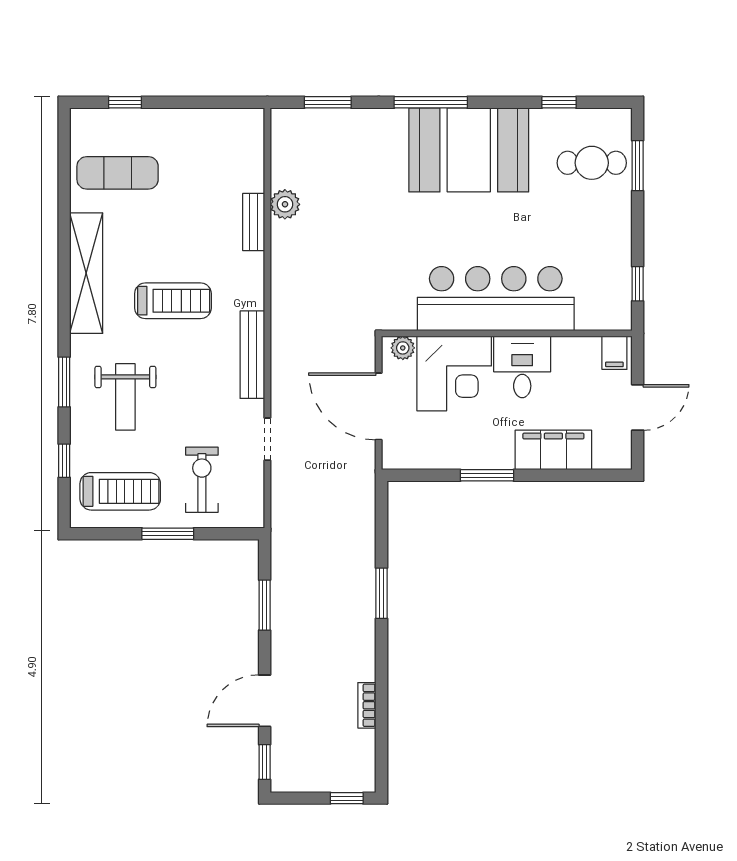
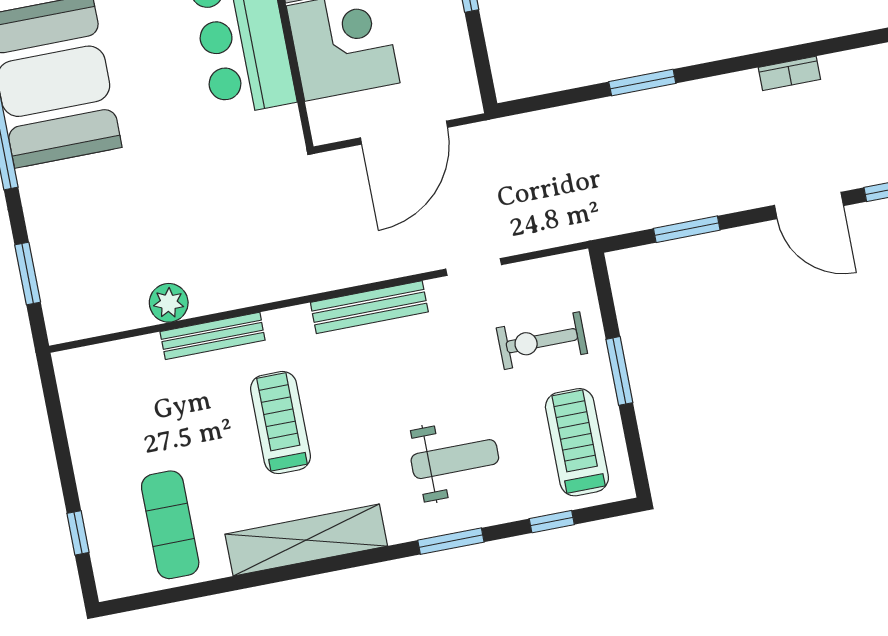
bench: (254, 222) -> (213, 336), width x1.36
treadmill: (173, 301) -> (280, 423), moved
plant: (403, 348) -> (323, 116), removed

